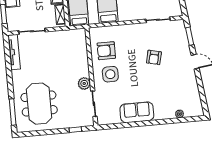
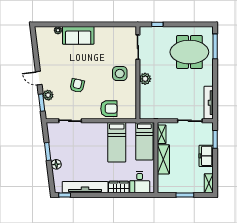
plant: (184, 45) -> (48, 95), added
armchair: (106, 51) -> (109, 109), moved
plant: (84, 83) -> (145, 79), moved
meeting table: (39, 104) -> (189, 52), turned 90
sofa: (137, 112) -> (78, 35), moved

